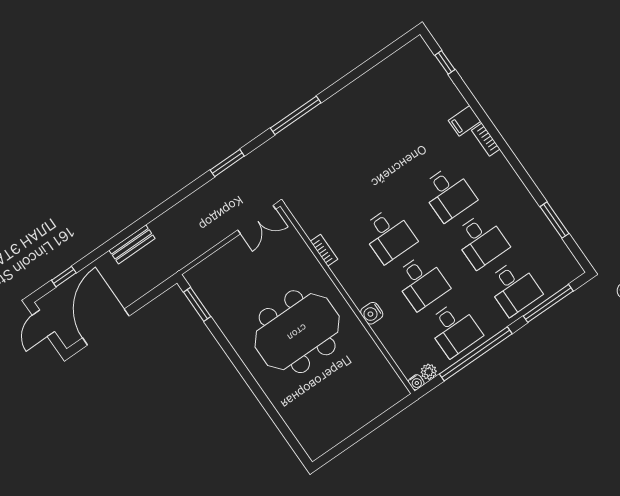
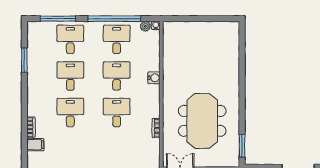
meeting table: (297, 332) -> (202, 121), moved, turned 90

